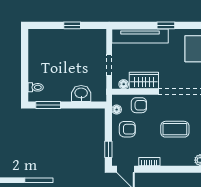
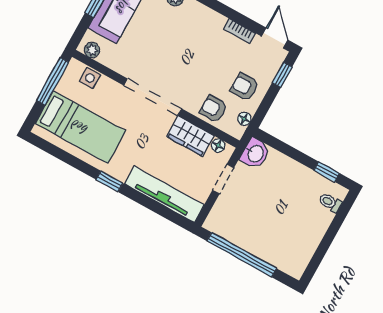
window: (72, 25) -> (242, 255), width x3.17
window: (166, 25) -> (109, 181), moved
washbasin: (81, 93) -> (255, 153), moved, turned -90
window: (48, 105) -> (327, 172), width x0.67
coffee table: (175, 129) -> (185, 54), removed

